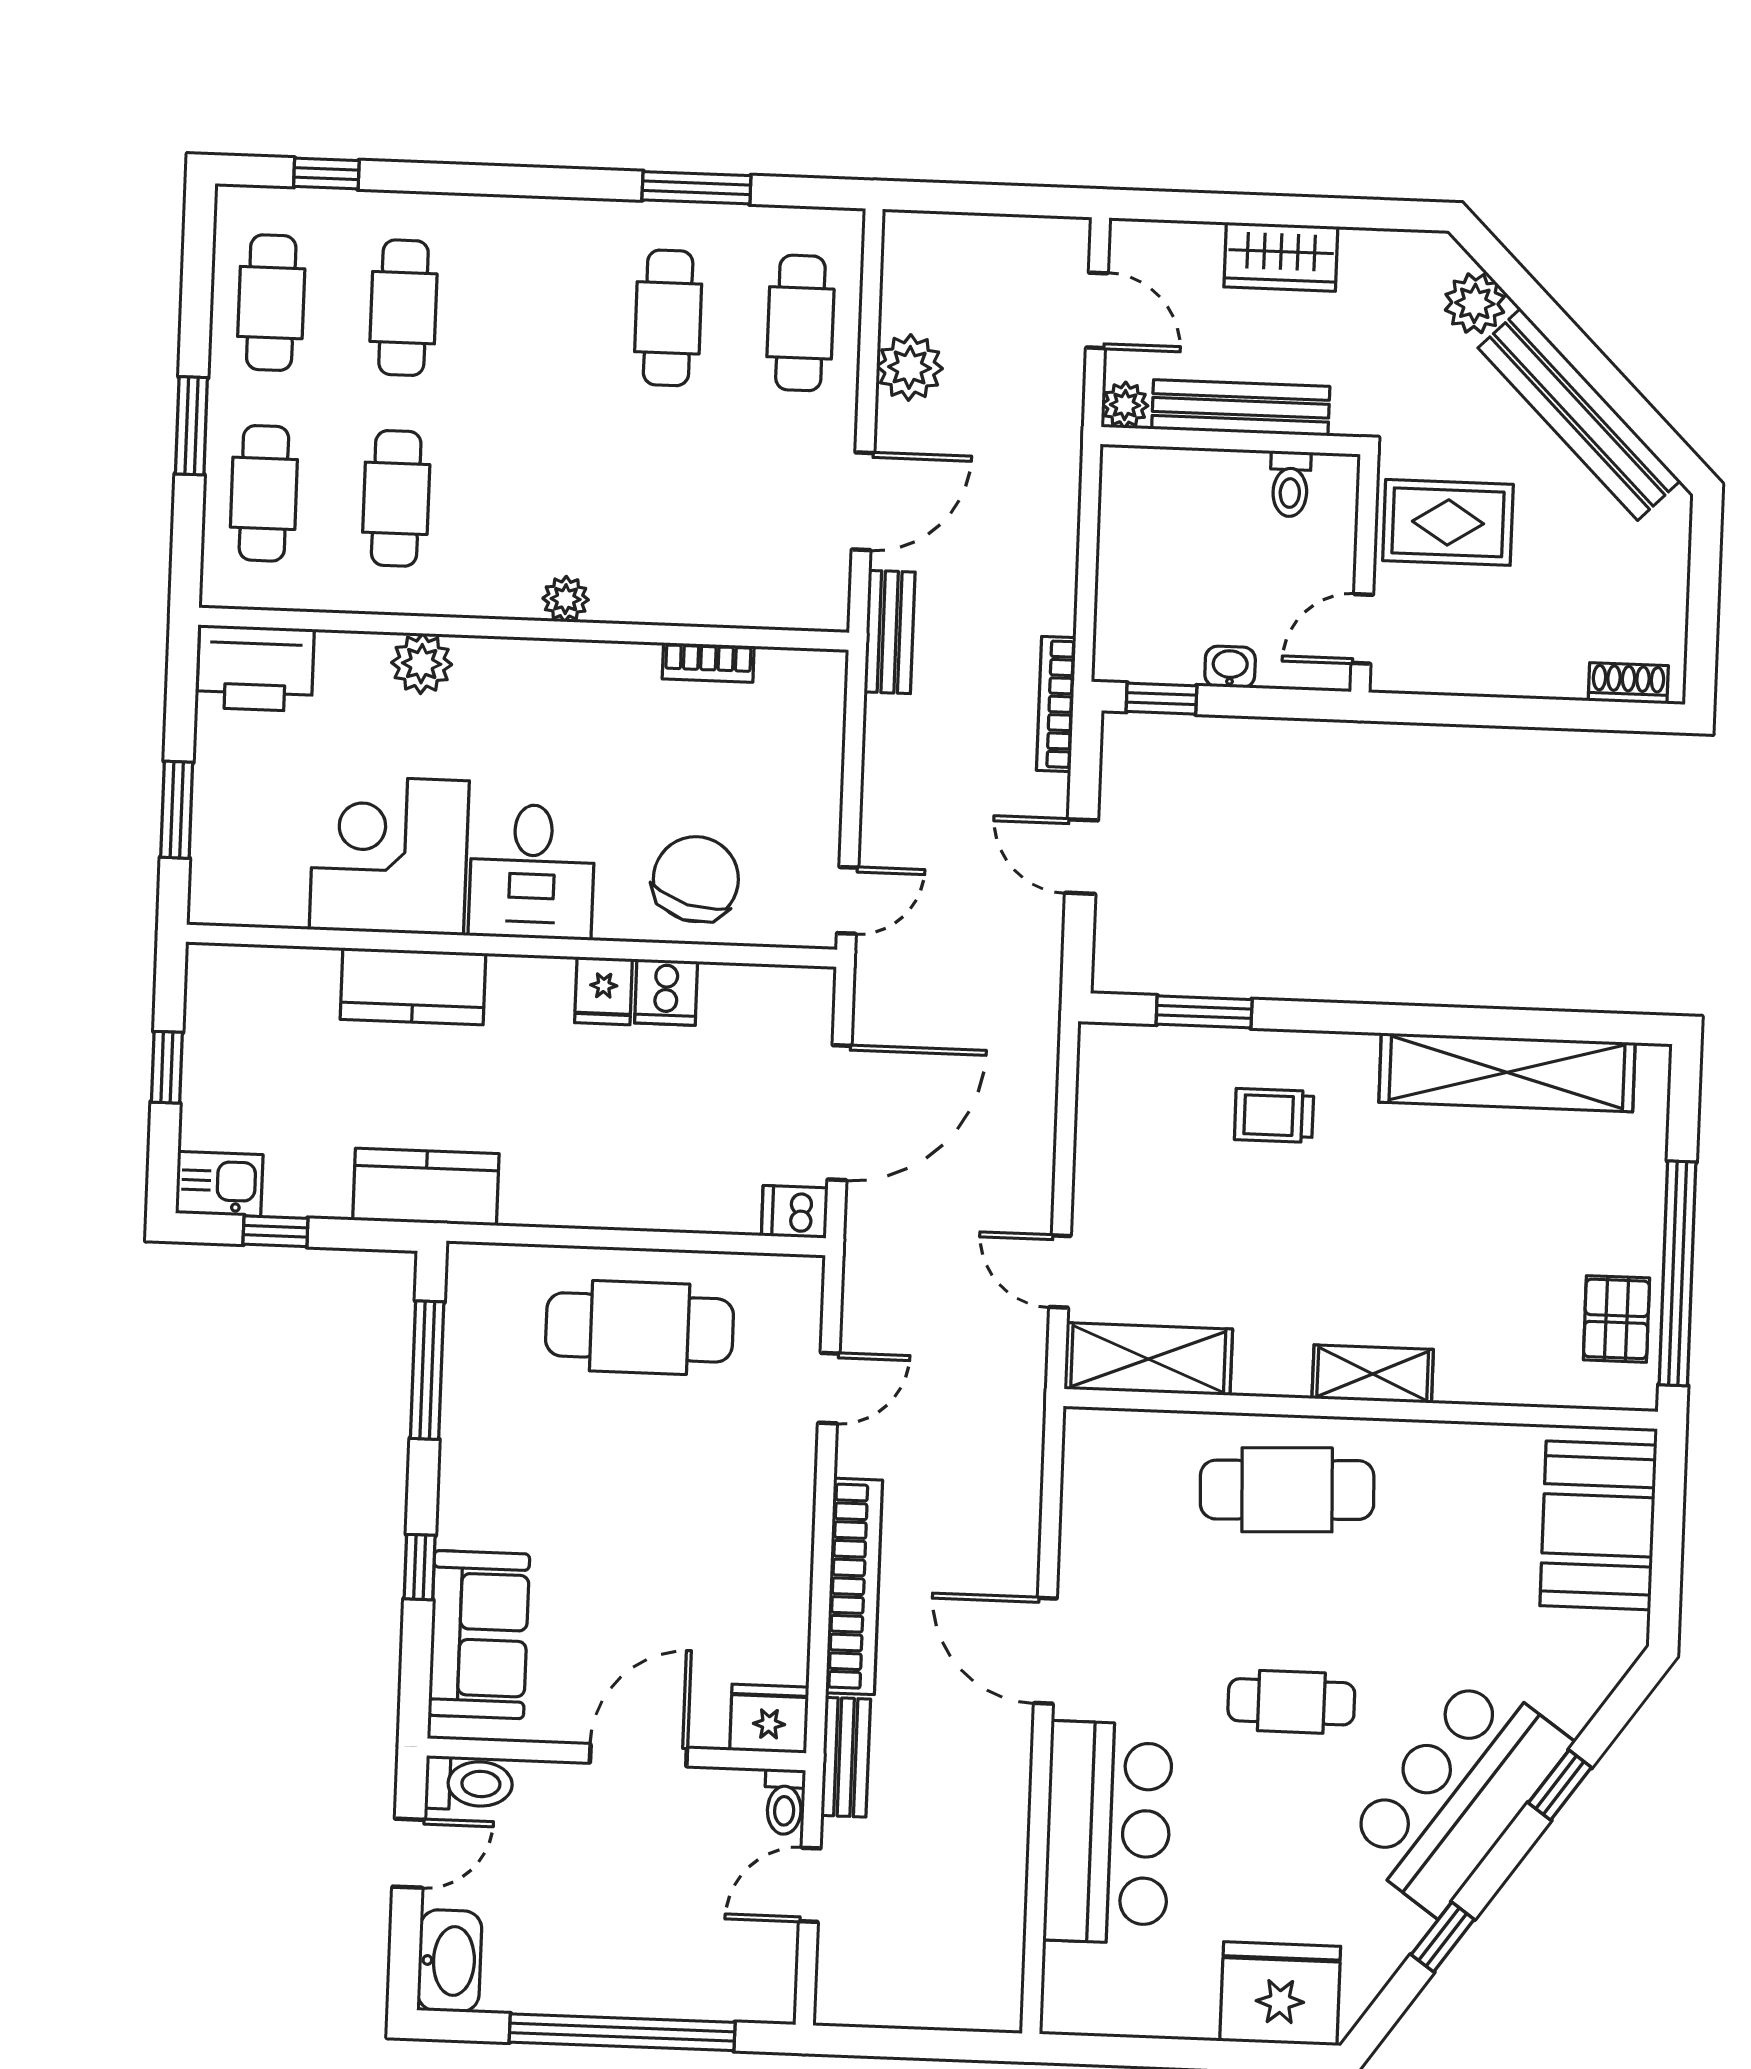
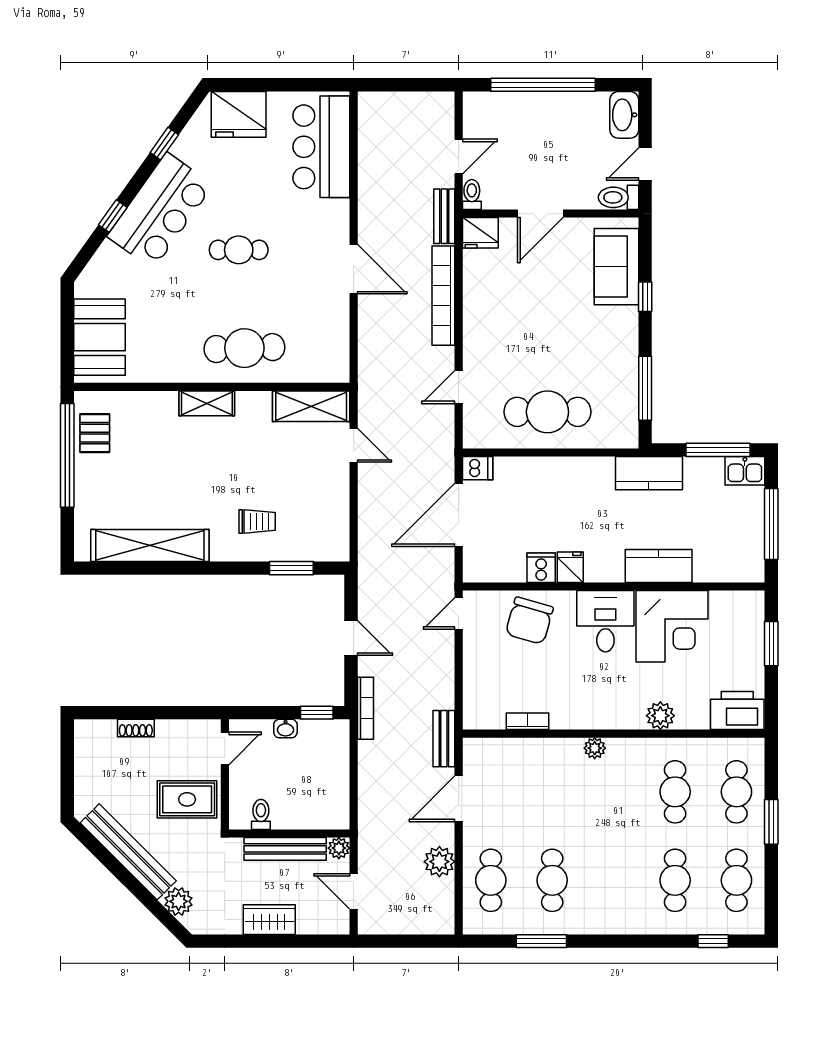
shoe rack: (1628, 683) -> (136, 728), moved
window: (167, 1067) -> (771, 524), width x2.17
window: (275, 1231) -> (718, 450), width x2.17
bar counter: (1108, 1833) -> (321, 147), moved

